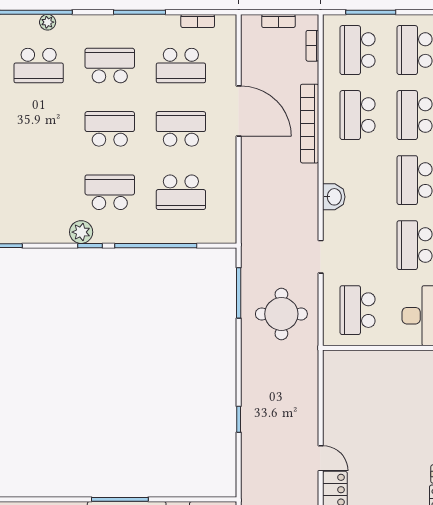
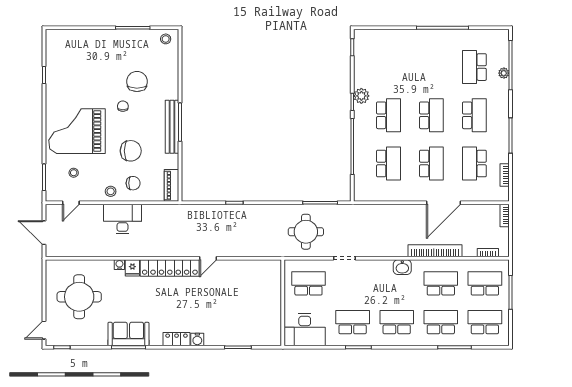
bookcase: (278, 21) -> (505, 215), moved
school desk: (181, 192) -> (388, 164), turned 180
washbasin: (334, 197) -> (402, 267), moved

